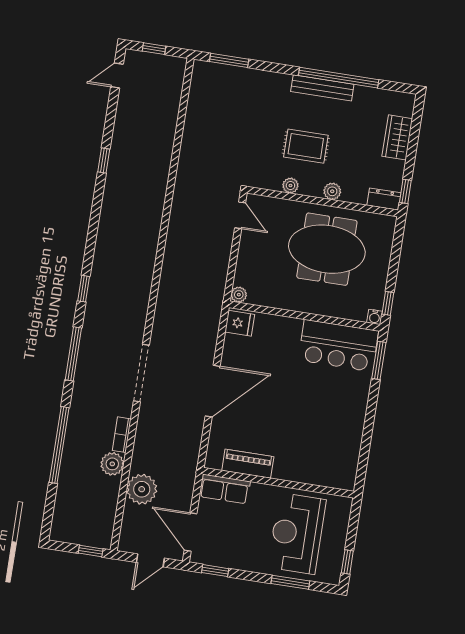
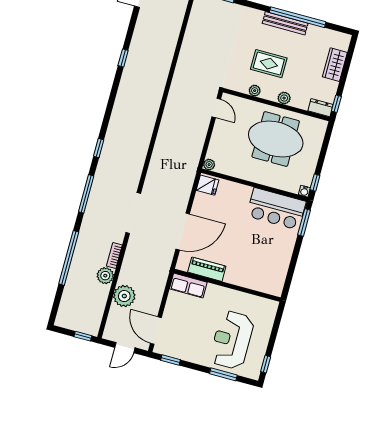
piano: (248, 464) -> (207, 269), moved
wall: (278, 483) -> (227, 285), moved
row of seats: (225, 489) -> (188, 286), moved

